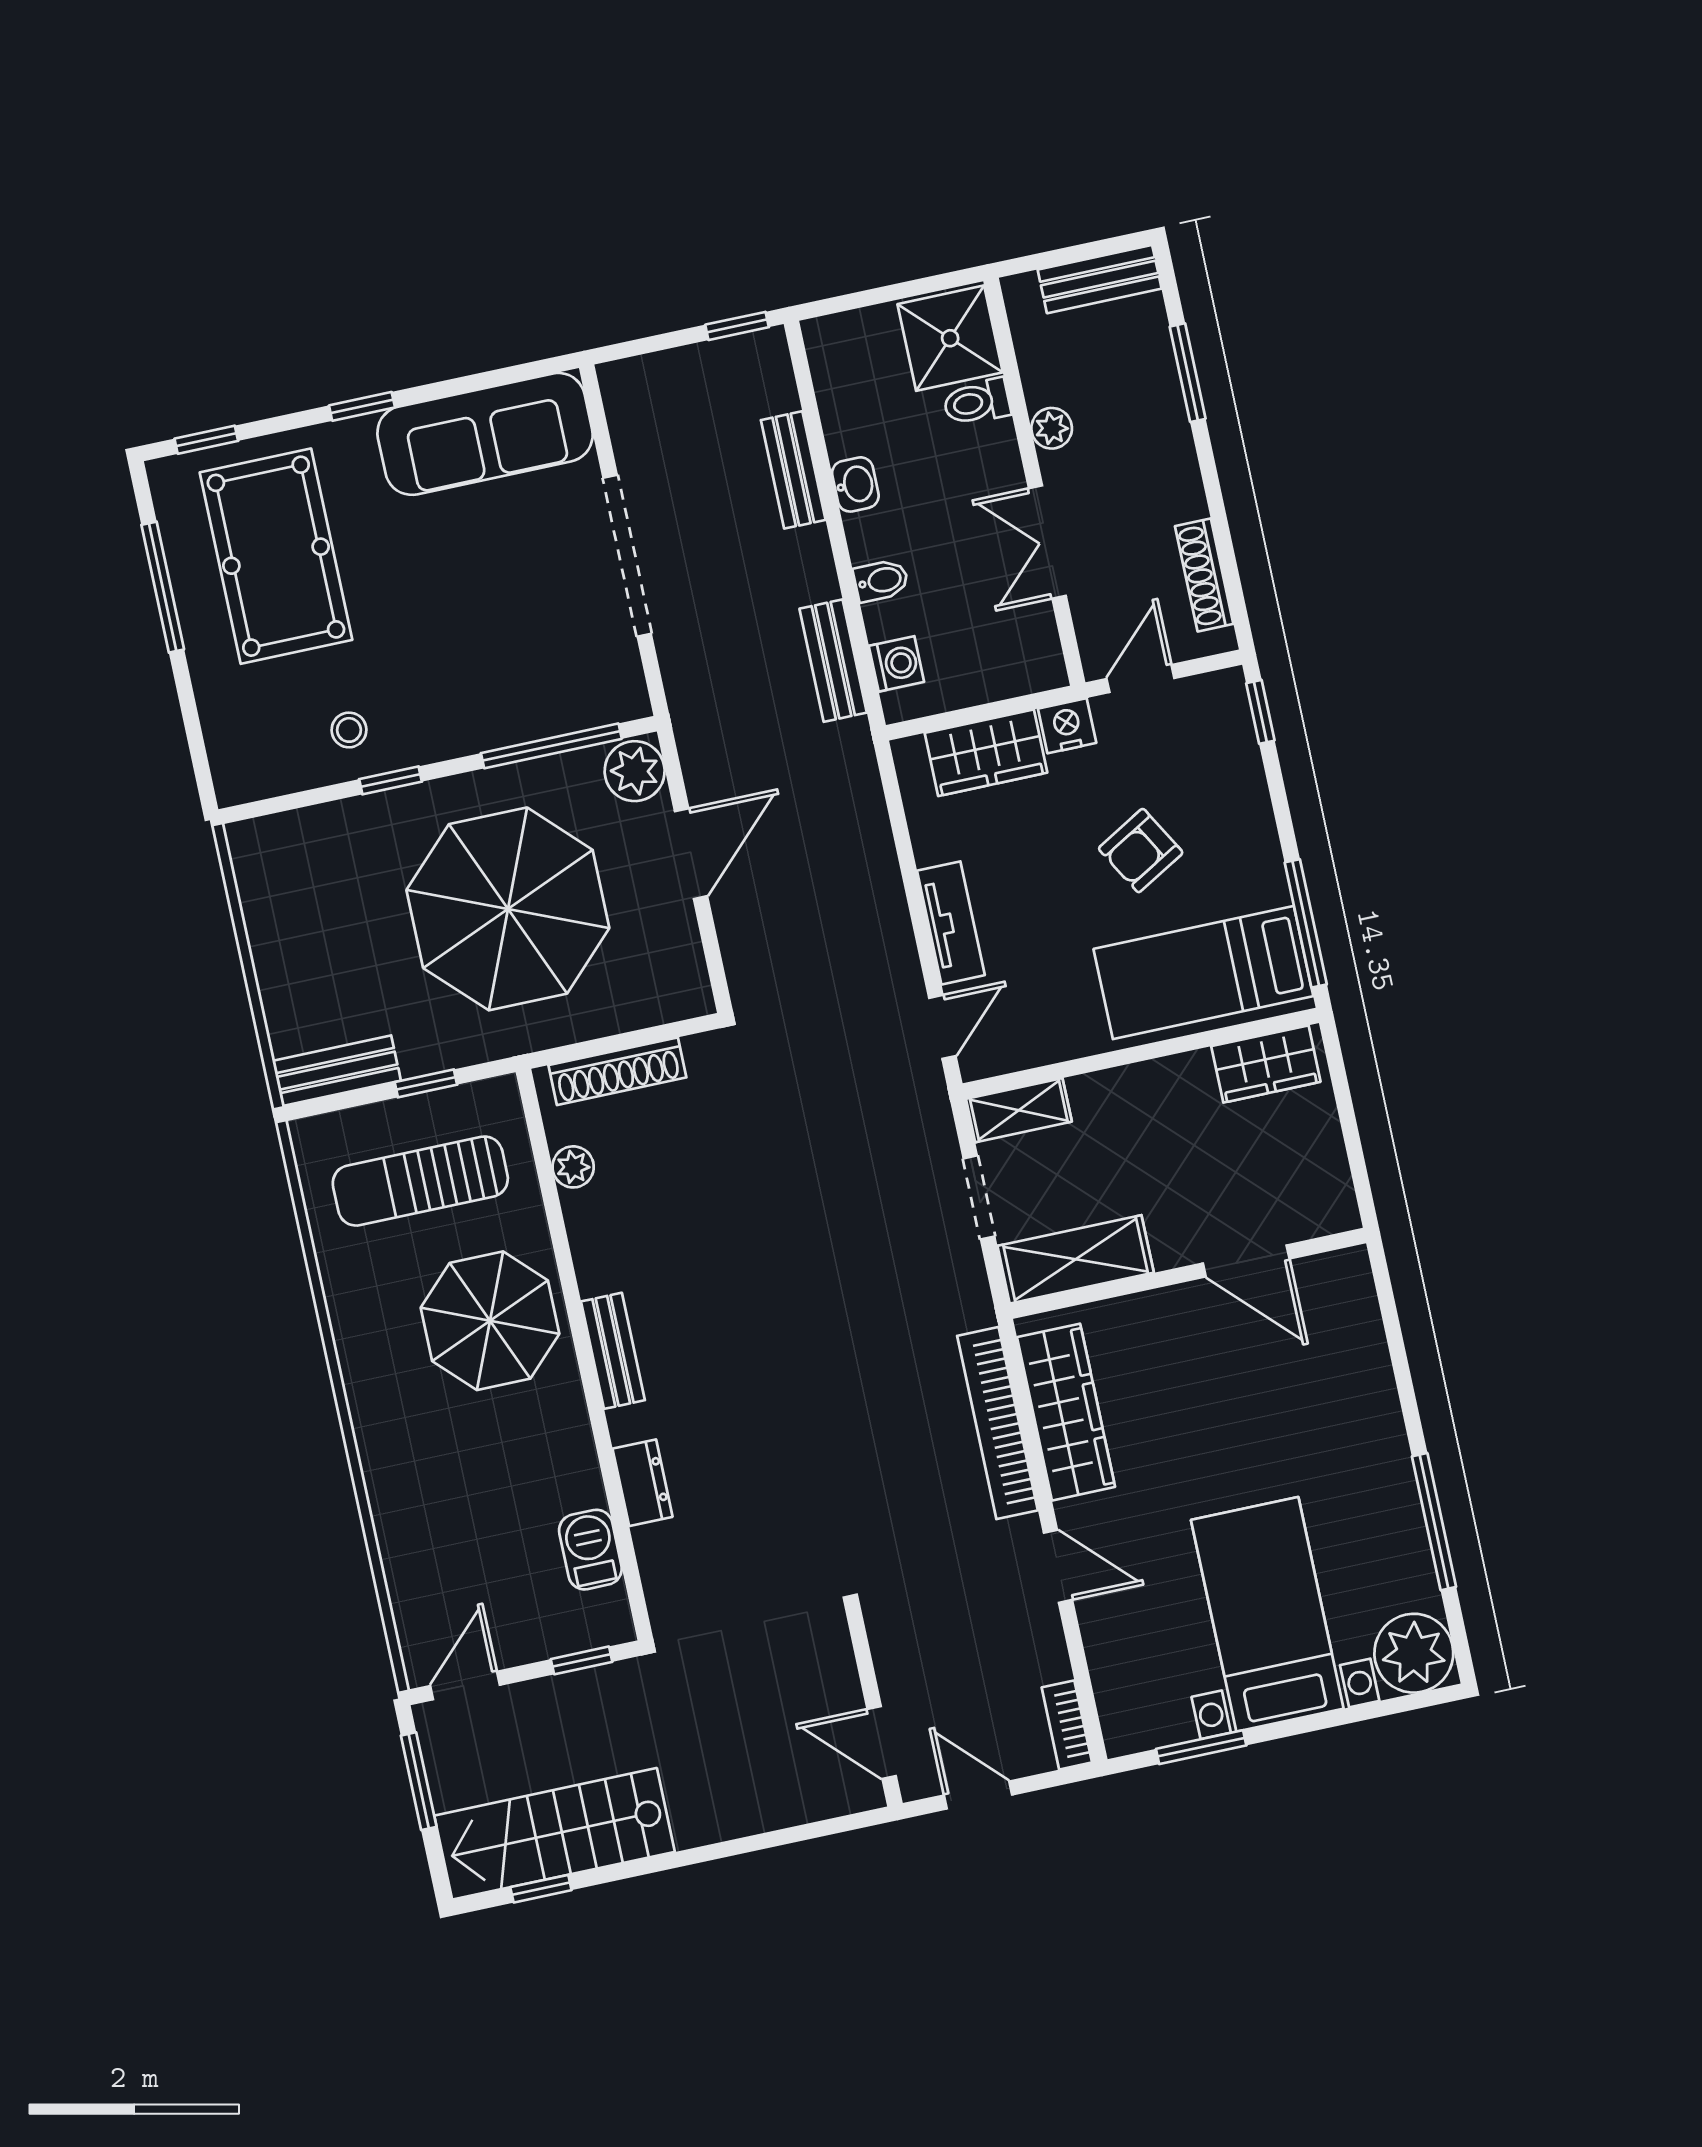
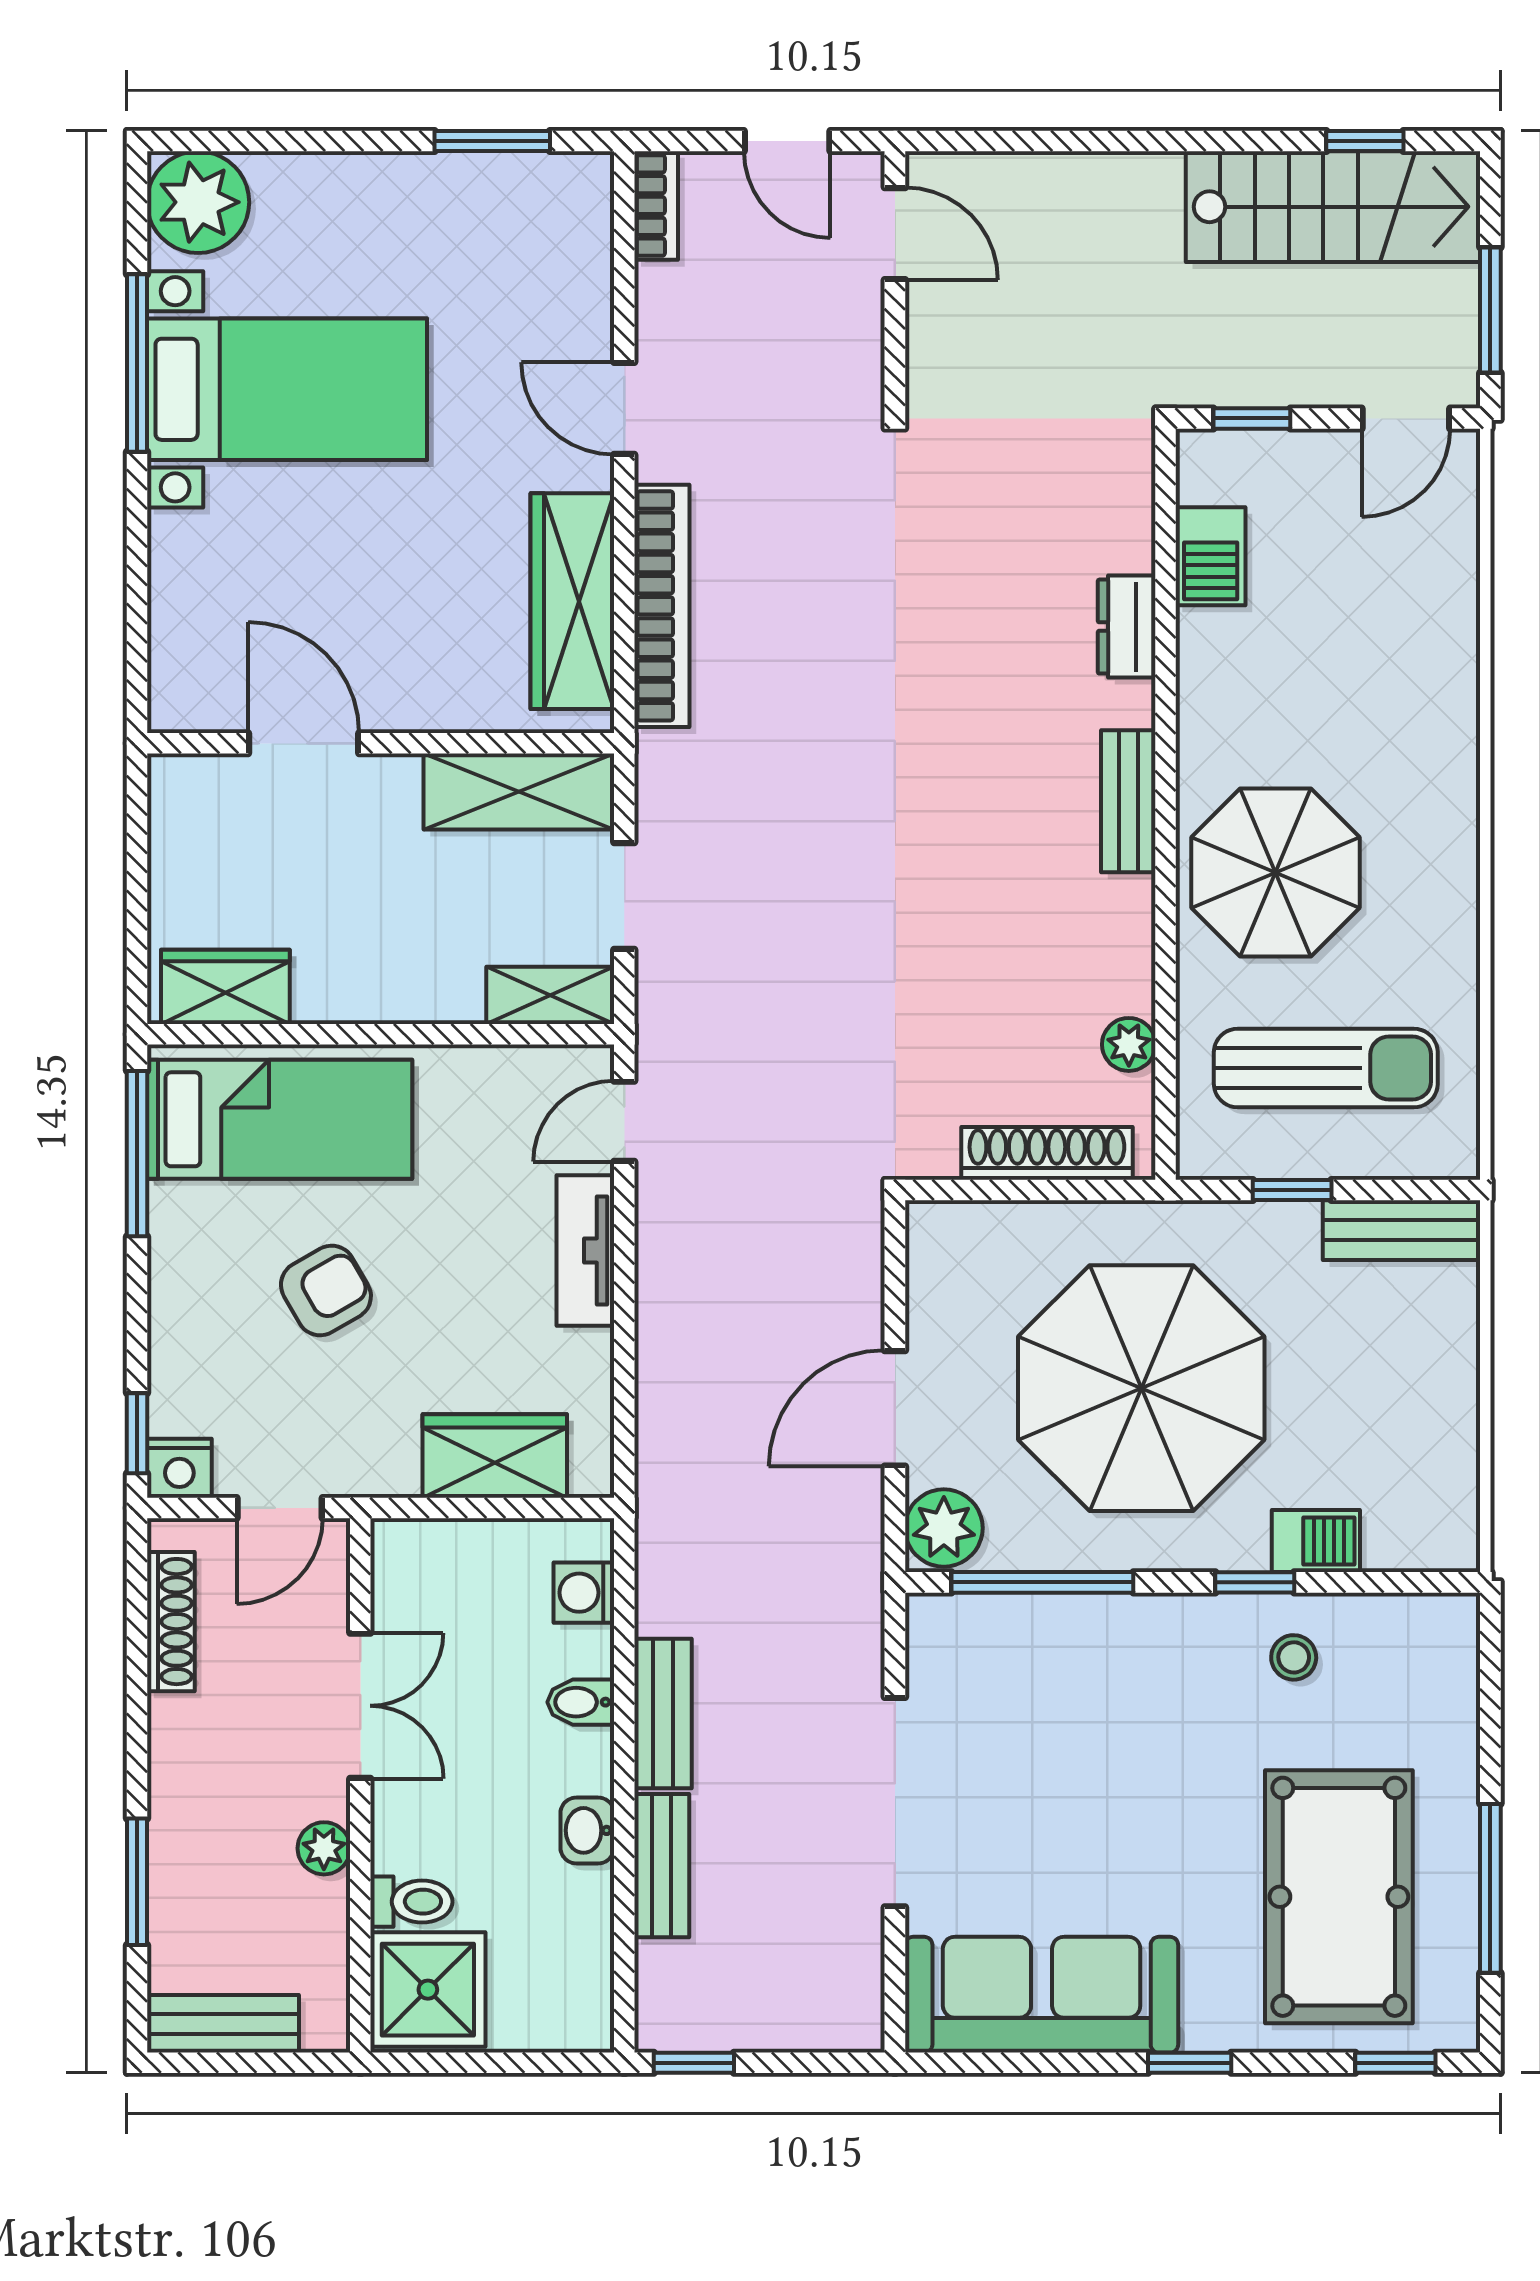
bench: (833, 661) -> (663, 1714), moved
nightstand: (1067, 726) -> (179, 1468), moved
barbecue: (351, 822) -> (1316, 1541), added
bed with nightstands: (1267, 1614) -> (287, 389), moved, turned -90

